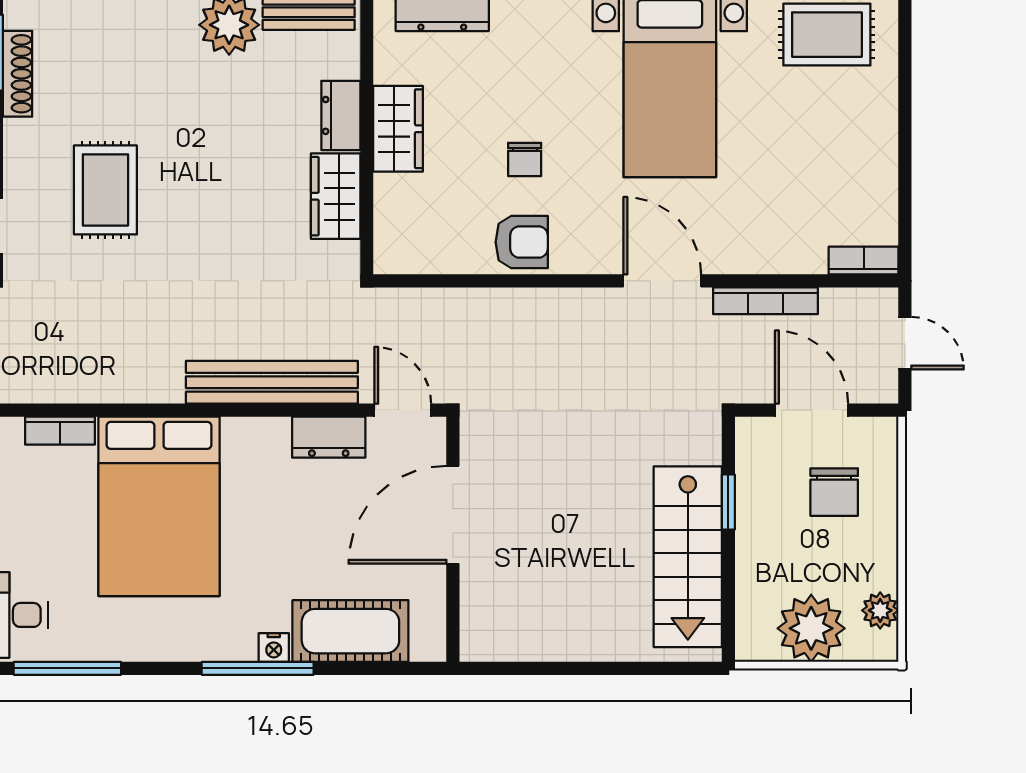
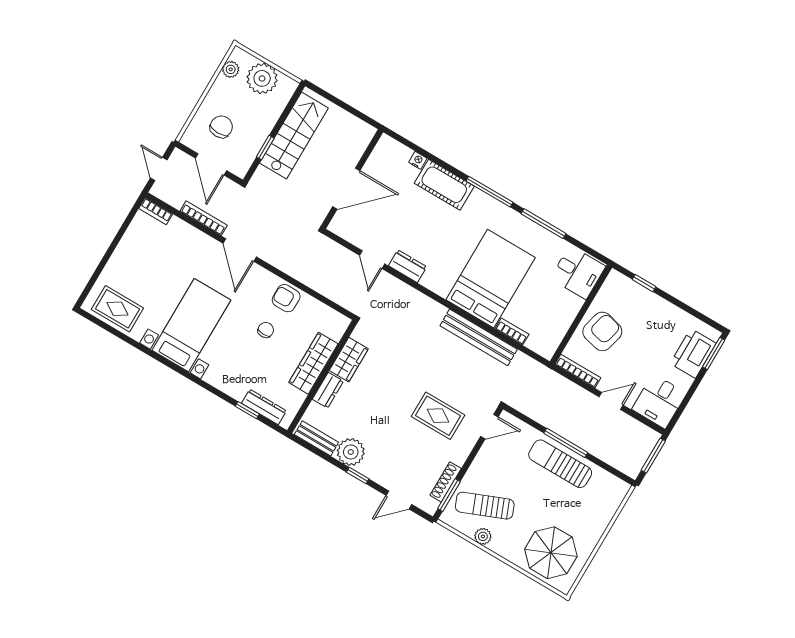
wardrobe: (398, 129) -> (313, 363), width x1.50
rug: (105, 190) -> (438, 416), turned 90
bench: (272, 382) -> (479, 337), moved
door: (453, 515) -> (346, 189), moved
wall: (453, 539) -> (352, 179), moved
nightstand: (274, 648) -> (418, 160), moved
window: (67, 668) -> (544, 224), moved

